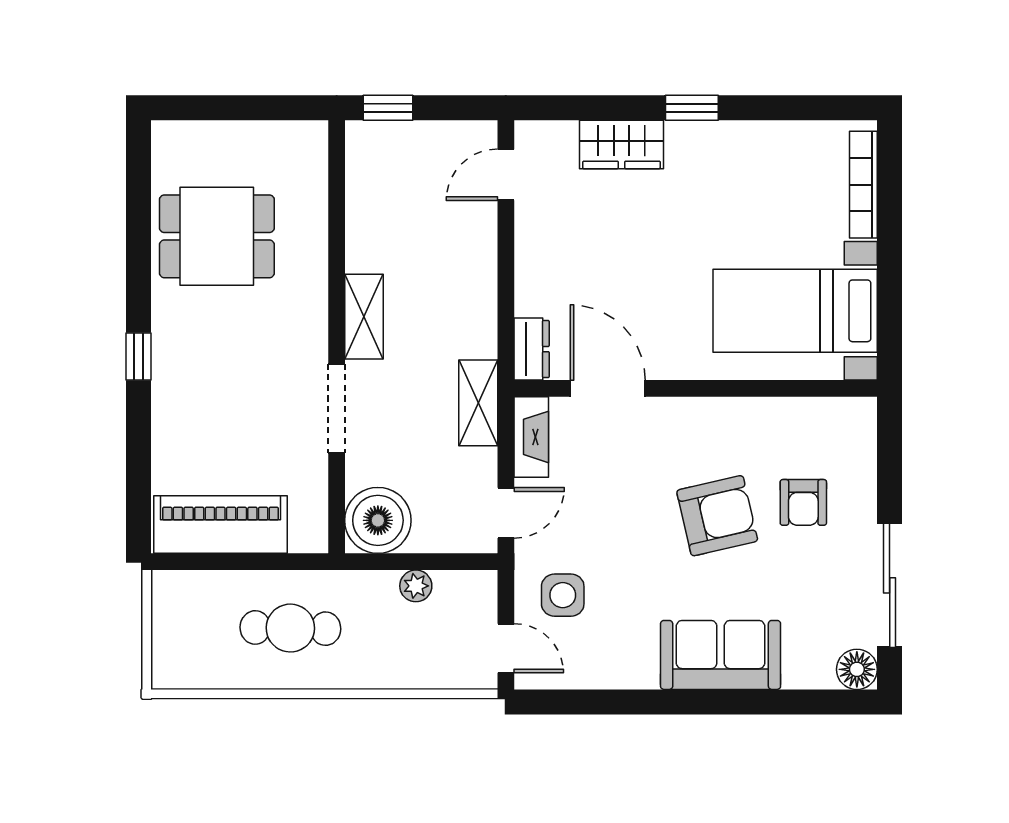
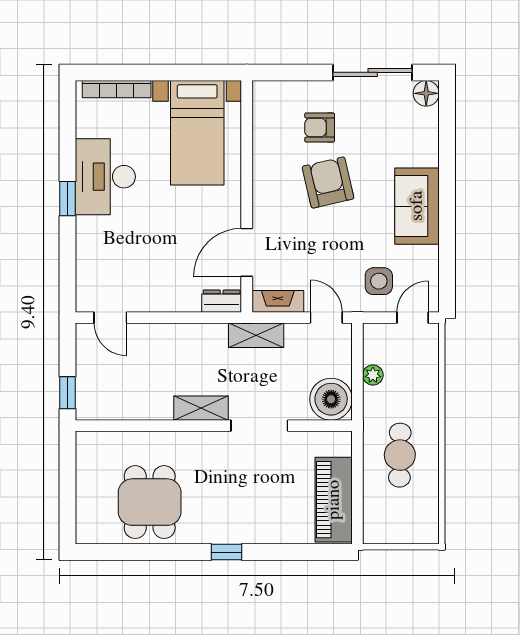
wardrobe: (621, 144) -> (91, 244), removed
desk: (726, 167) -> (105, 177), added
armchair: (803, 502) -> (320, 128), turned 180
sofa: (721, 655) -> (417, 206), moved

